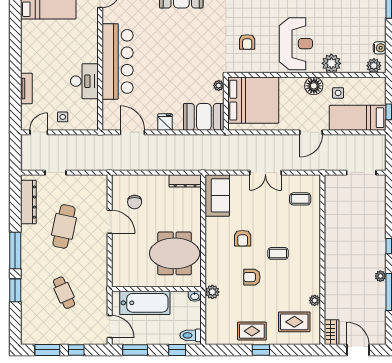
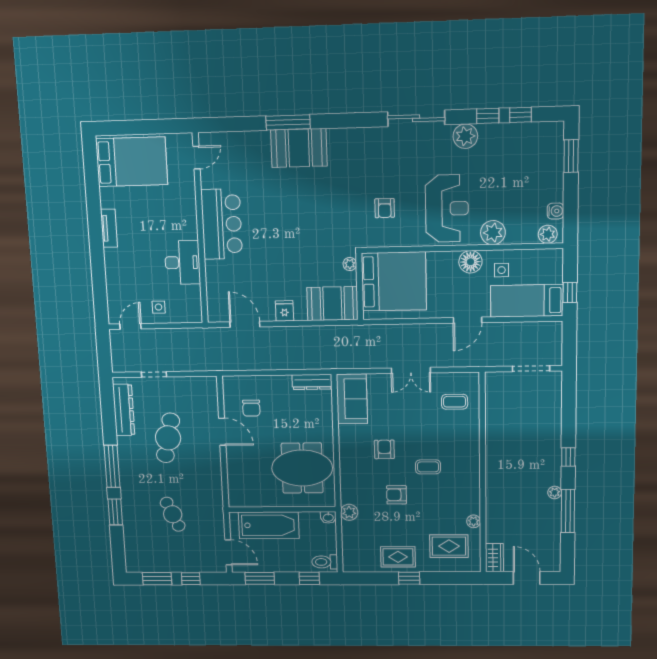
bar counter: (118, 61) -> (222, 224), width x0.73
tv unit: (26, 88) -> (109, 228), moved
armchair: (243, 238) -> (384, 449), turned 180

